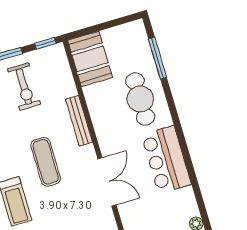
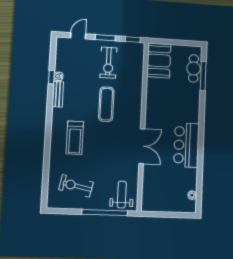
cafe table: (140, 99) -> (194, 68), moved, width x0.73, depth x0.74
bench: (79, 121) -> (137, 99), removed
exercise mat: (46, 162) -> (106, 104), moved

